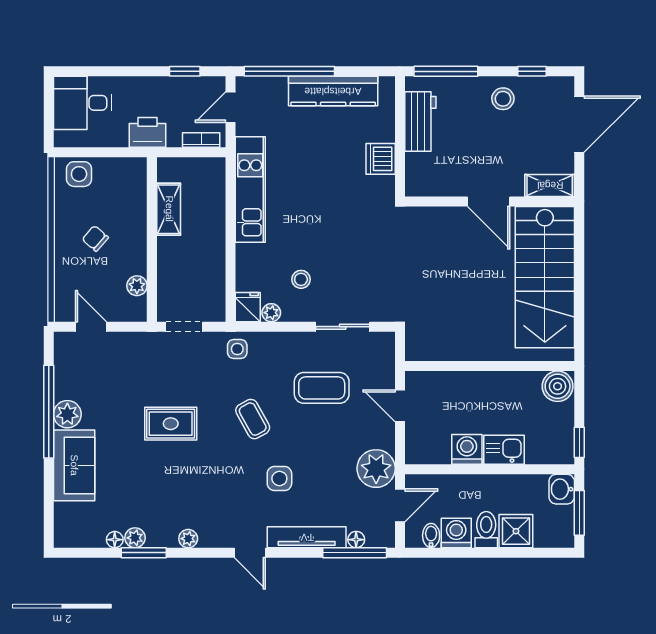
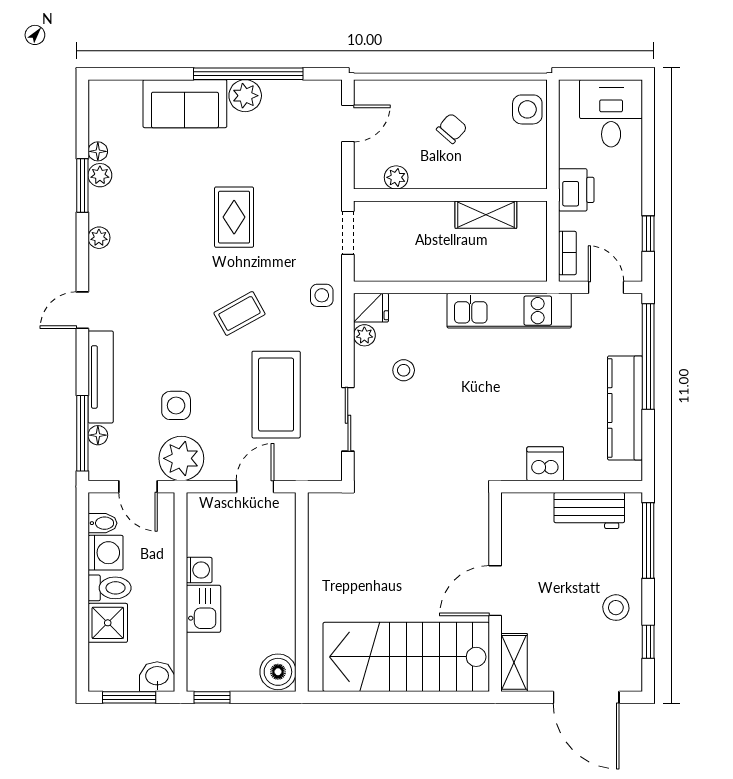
coffee table: (322, 388) -> (276, 395), width x1.36, depth x1.32
washing machine: (467, 449) -> (199, 570), width x0.73, depth x0.73
side table: (279, 478) -> (176, 405), moved

